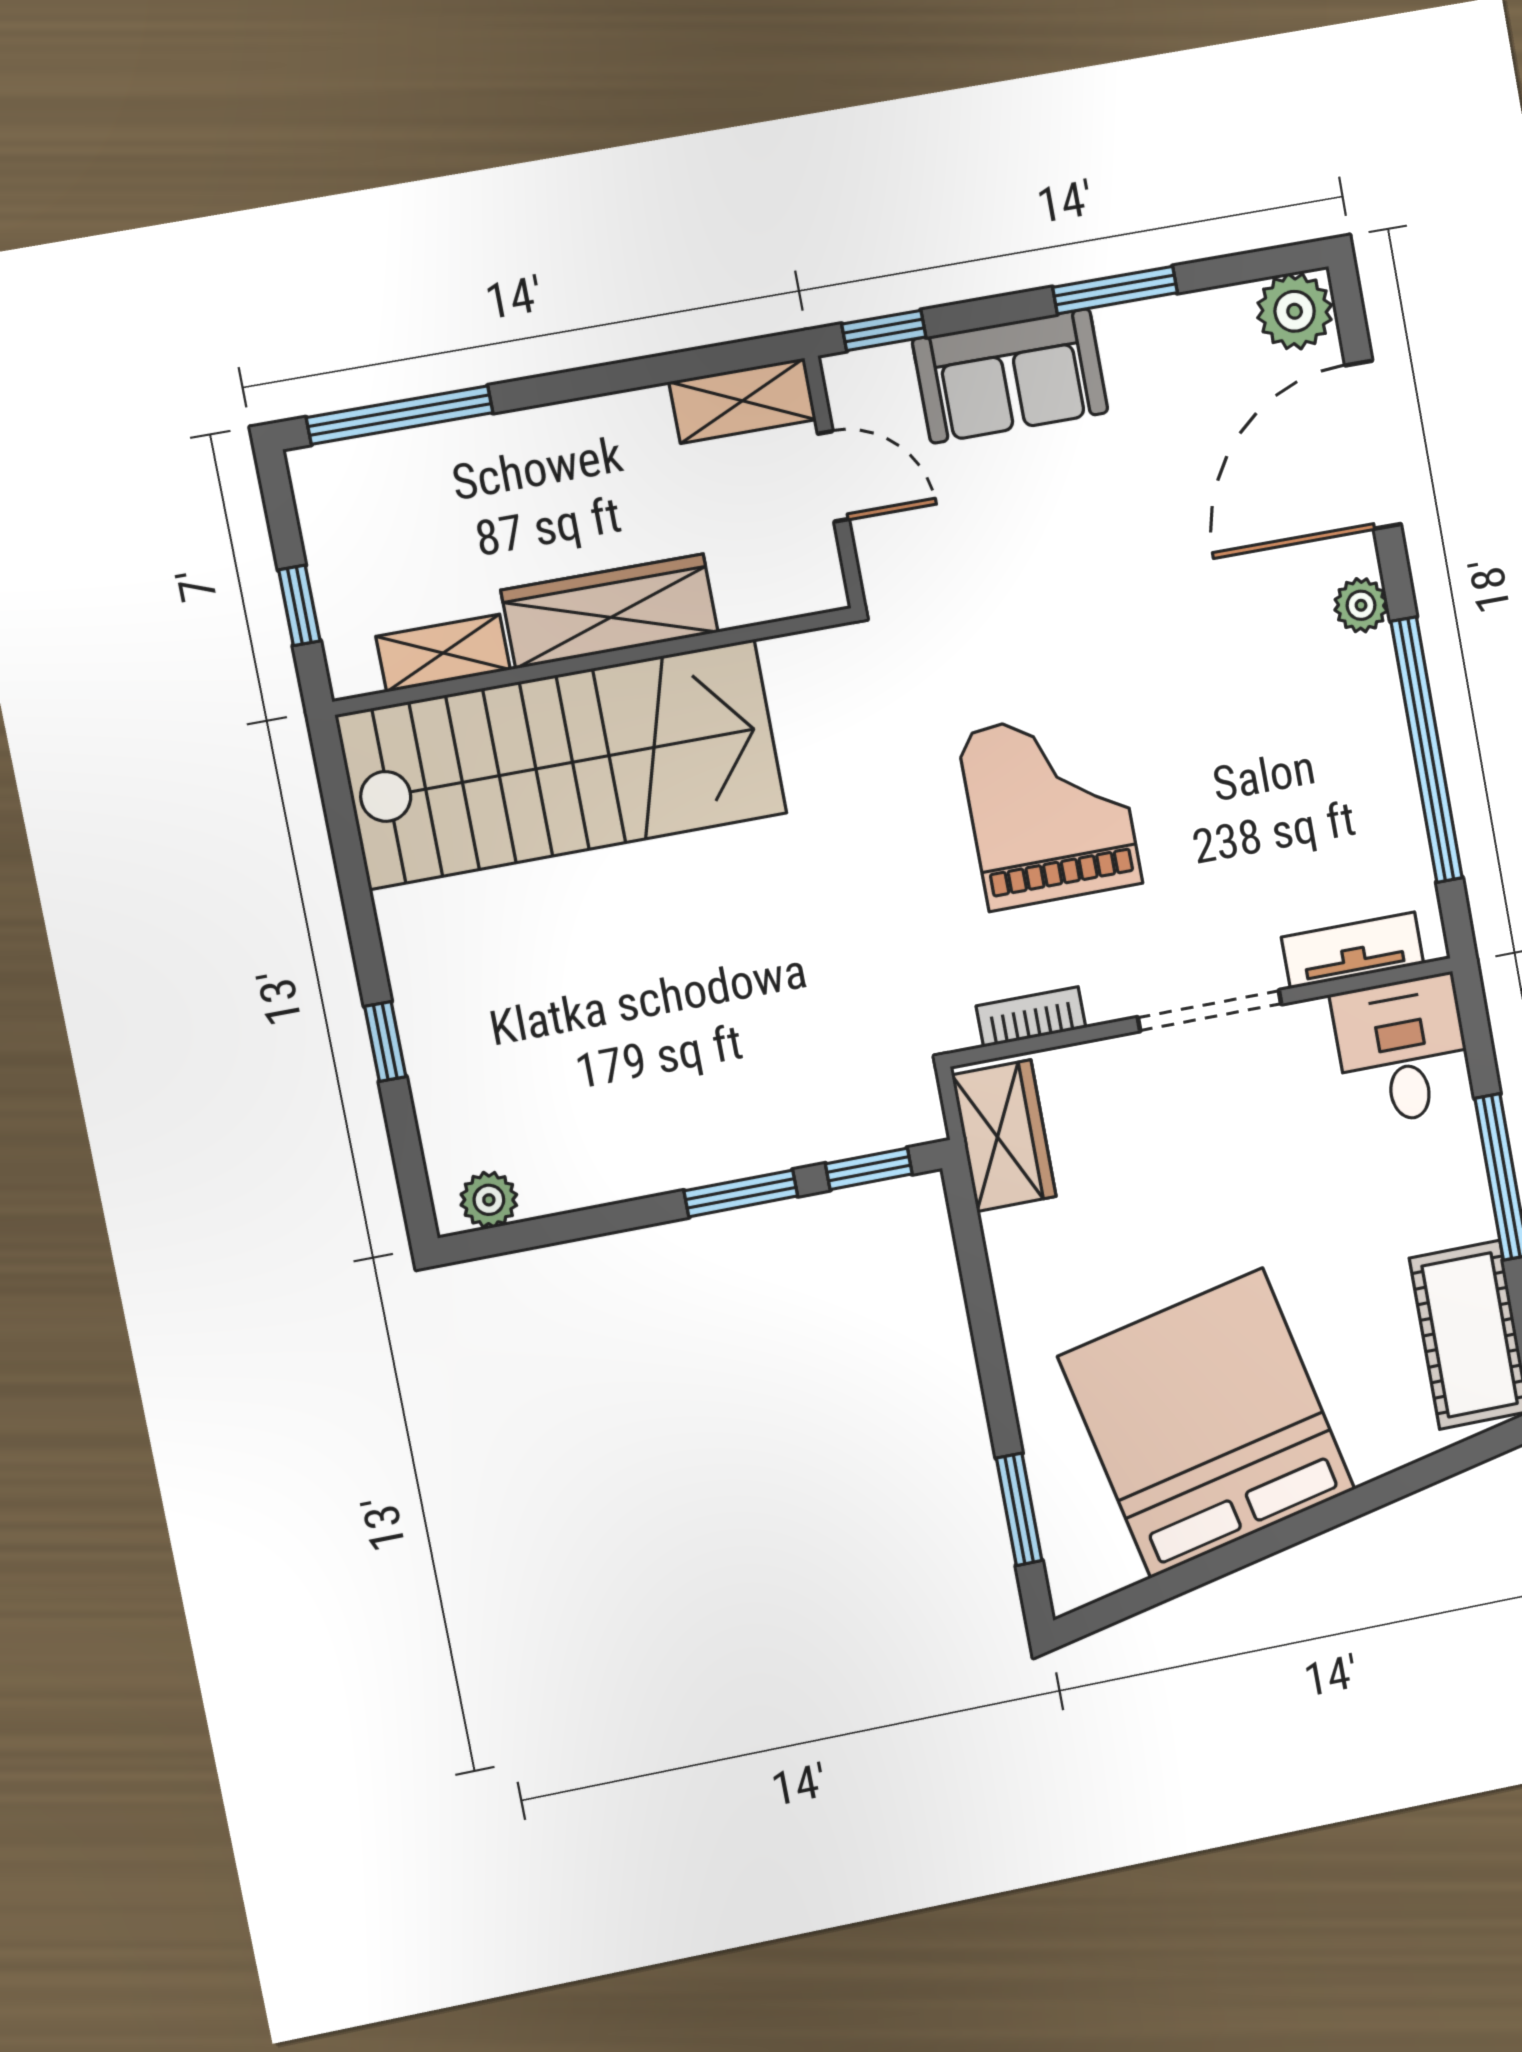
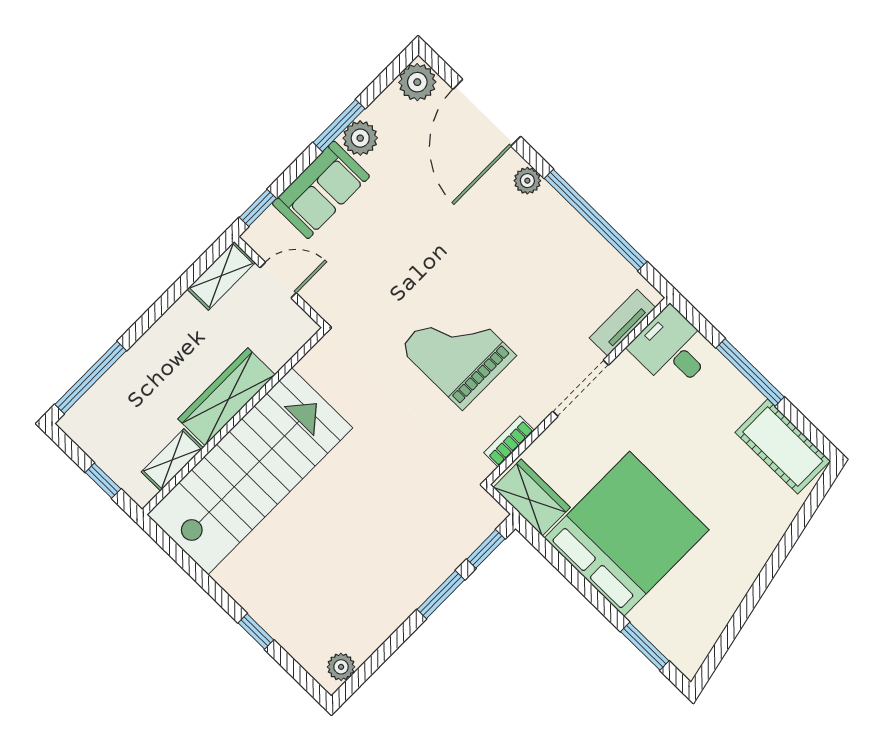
plant: (1136, 336) -> (360, 138), added
bed: (1207, 1423) -> (627, 534), moved, turned 102

